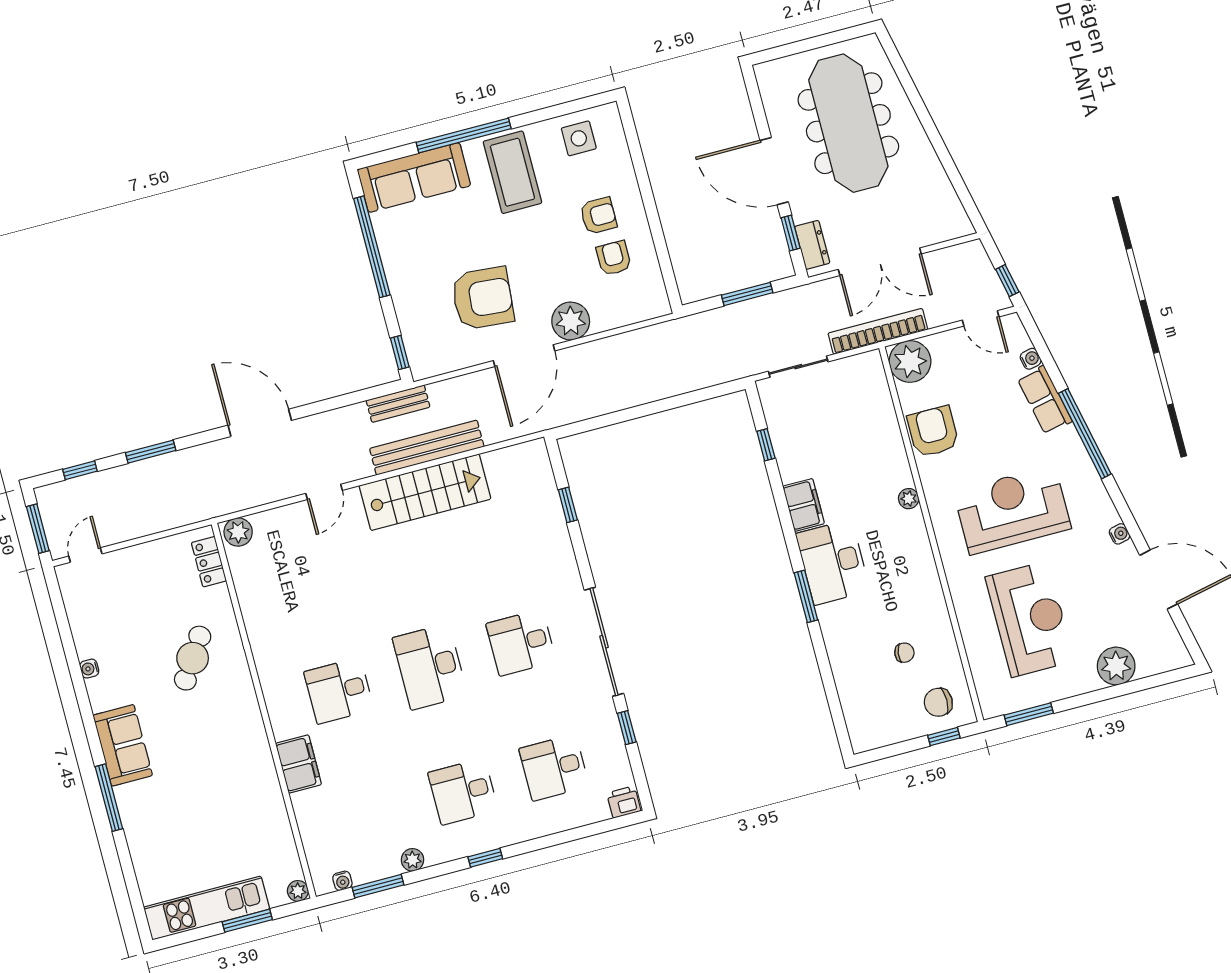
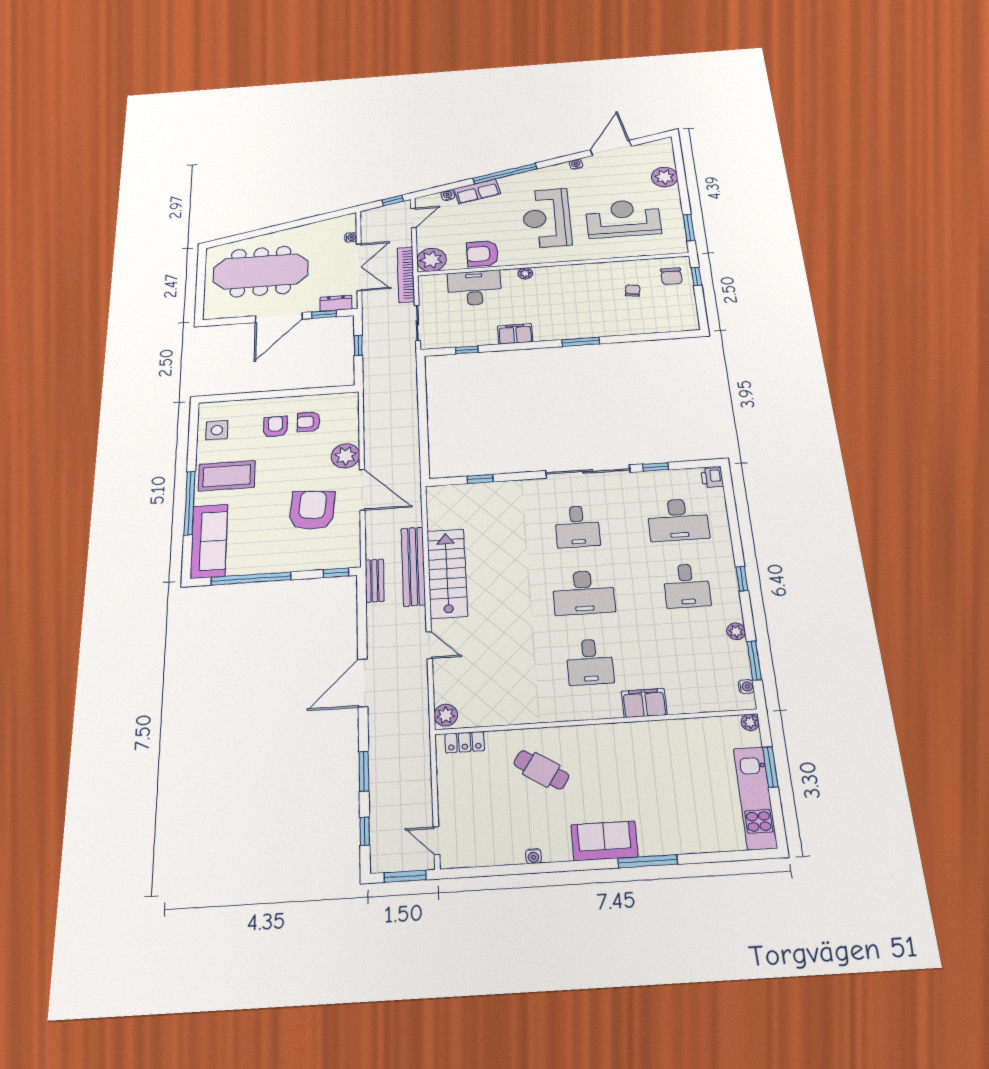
water cooler: (930, 237) -> (351, 237), added
window: (747, 294) -> (358, 345), width x0.67
desk: (833, 562) -> (474, 288), moved, turned 180
desk: (554, 767) -> (678, 520), width x1.37

